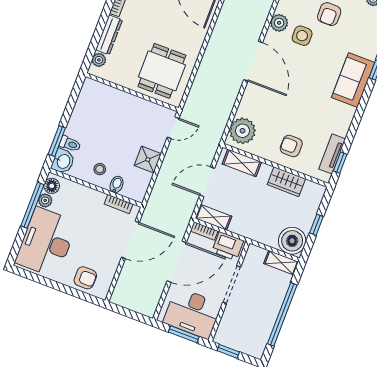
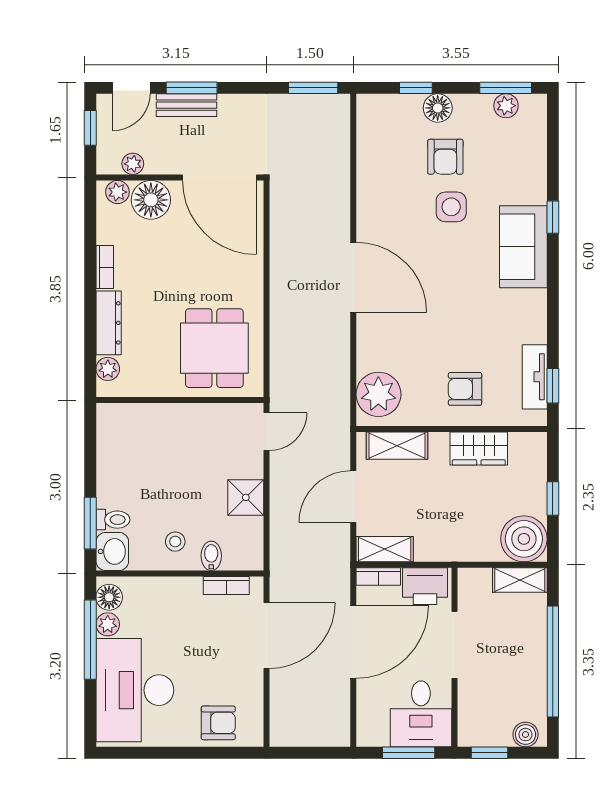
plant: (279, 23) -> (371, 201), removed
side table: (302, 36) -> (451, 207), moved
desk: (192, 313) -> (421, 714), width x0.73
boiler: (252, 349) -> (525, 735), added

